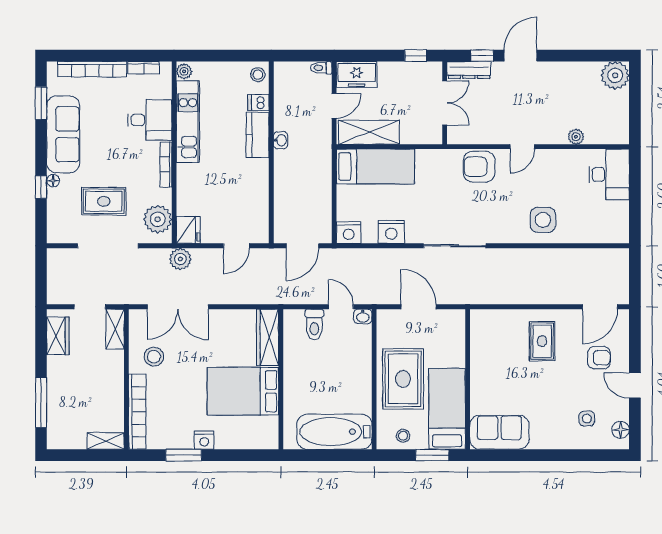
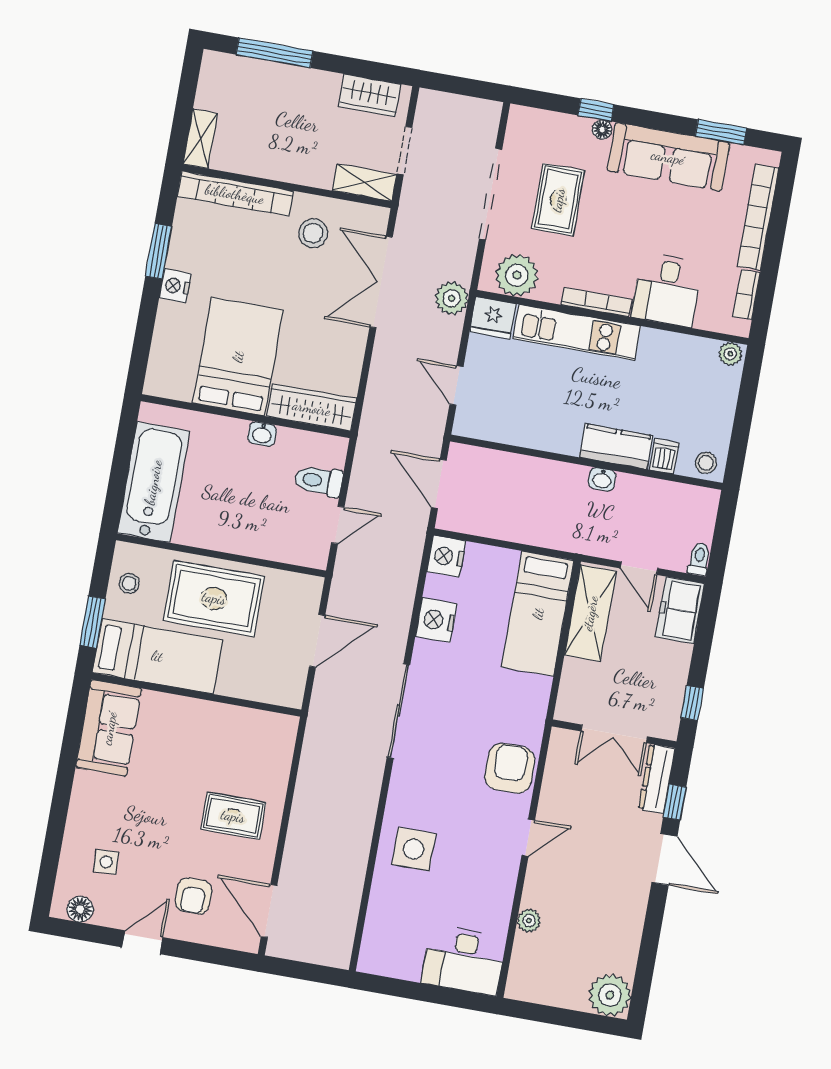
kitchen unit: (188, 122) -> (577, 332), moved
door: (522, 147) -> (528, 838), swing flipped
washbasin: (363, 316) -> (262, 434), moved, turned -90

